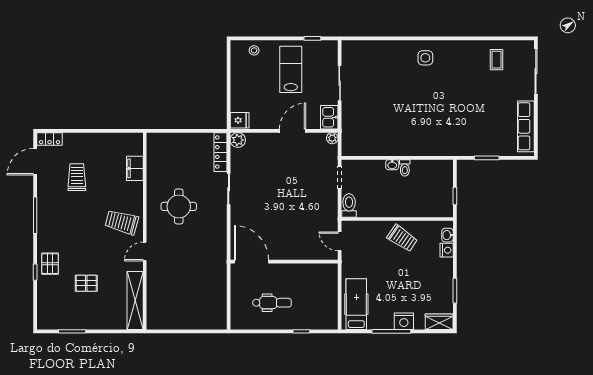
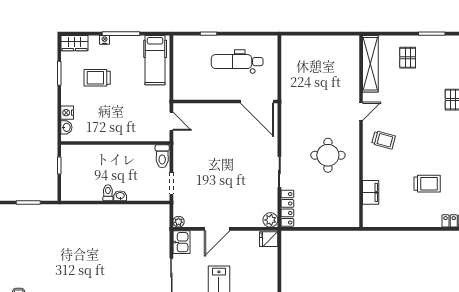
trolley: (77, 177) -> (427, 184), turned -90
trolley: (122, 222) -> (383, 140), width x0.73, depth x0.72
trolley: (402, 238) -> (97, 78), moved, turned -34
pallet: (86, 283) -> (408, 58), moved, turned 90
dental chair: (272, 303) -> (237, 62), width x1.36, depth x1.38
nightstand: (404, 321) -> (105, 40), width x0.53, depth x0.56

